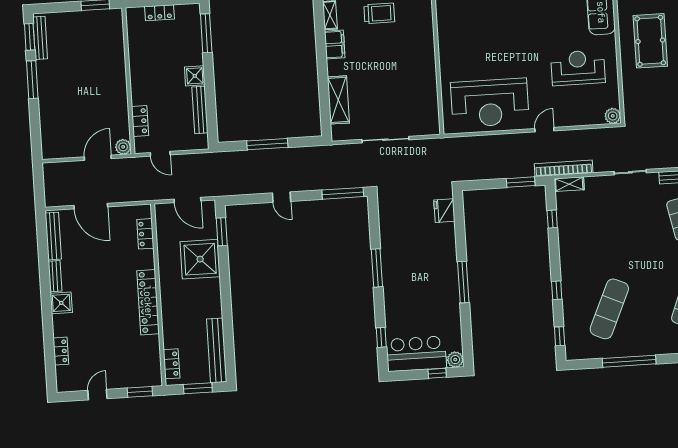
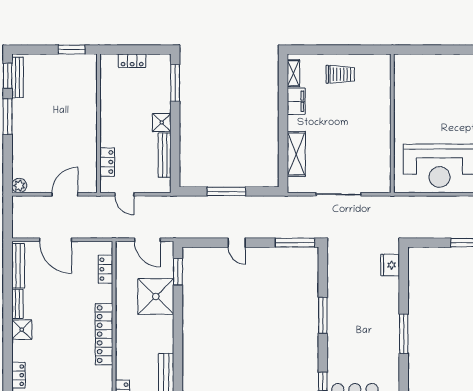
plant: (123, 147) -> (19, 186), moved

